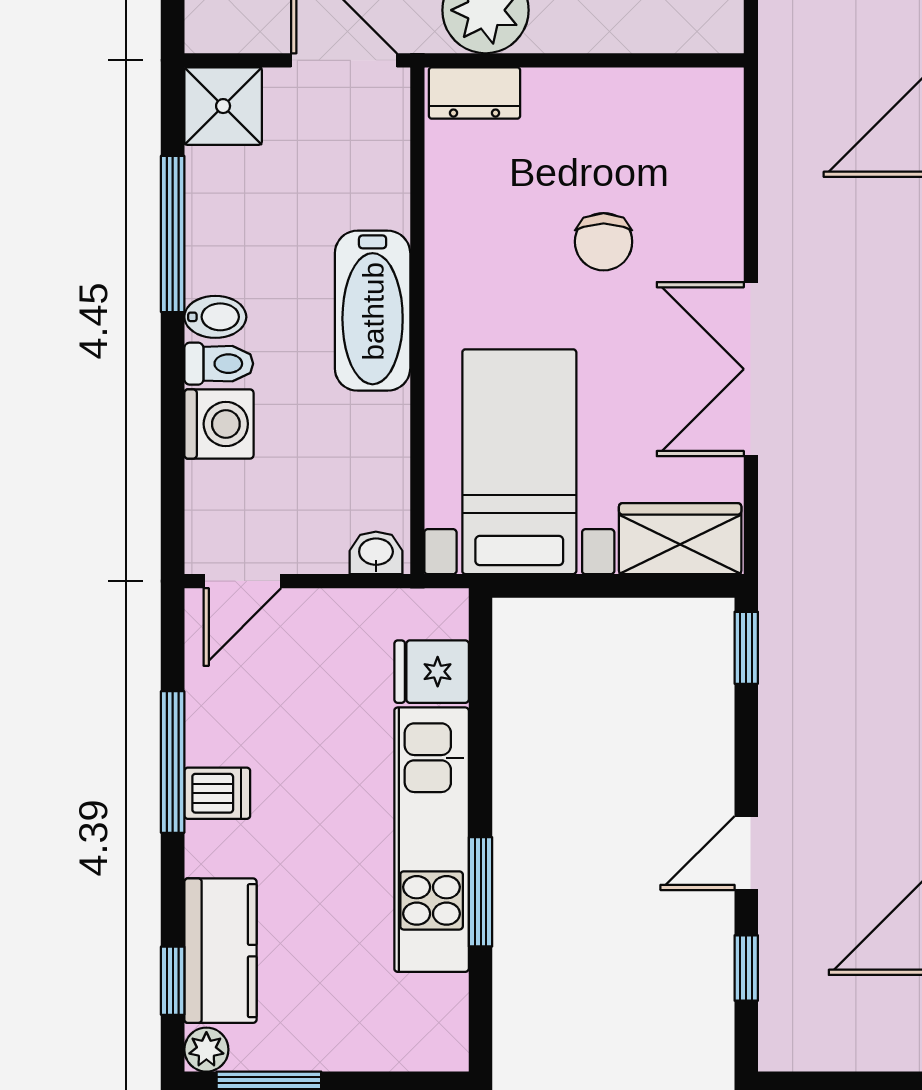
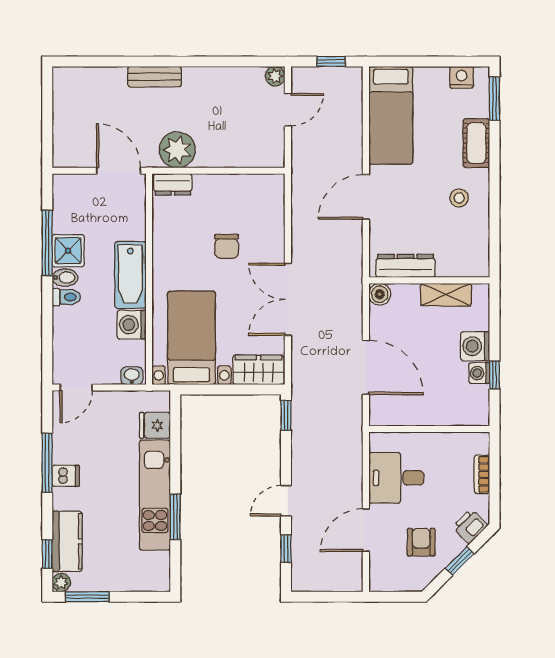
shower: (223, 106) -> (68, 251), moved
washing machine: (219, 424) -> (132, 325), moved, turned 180

